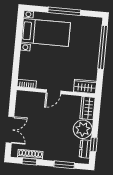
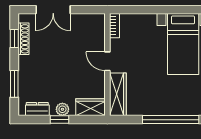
wardrobe: (85, 86) -> (118, 94), width x1.50
plant: (83, 129) -> (62, 109), width x0.53, depth x0.53
window: (94, 145) -> (59, 120), moved

